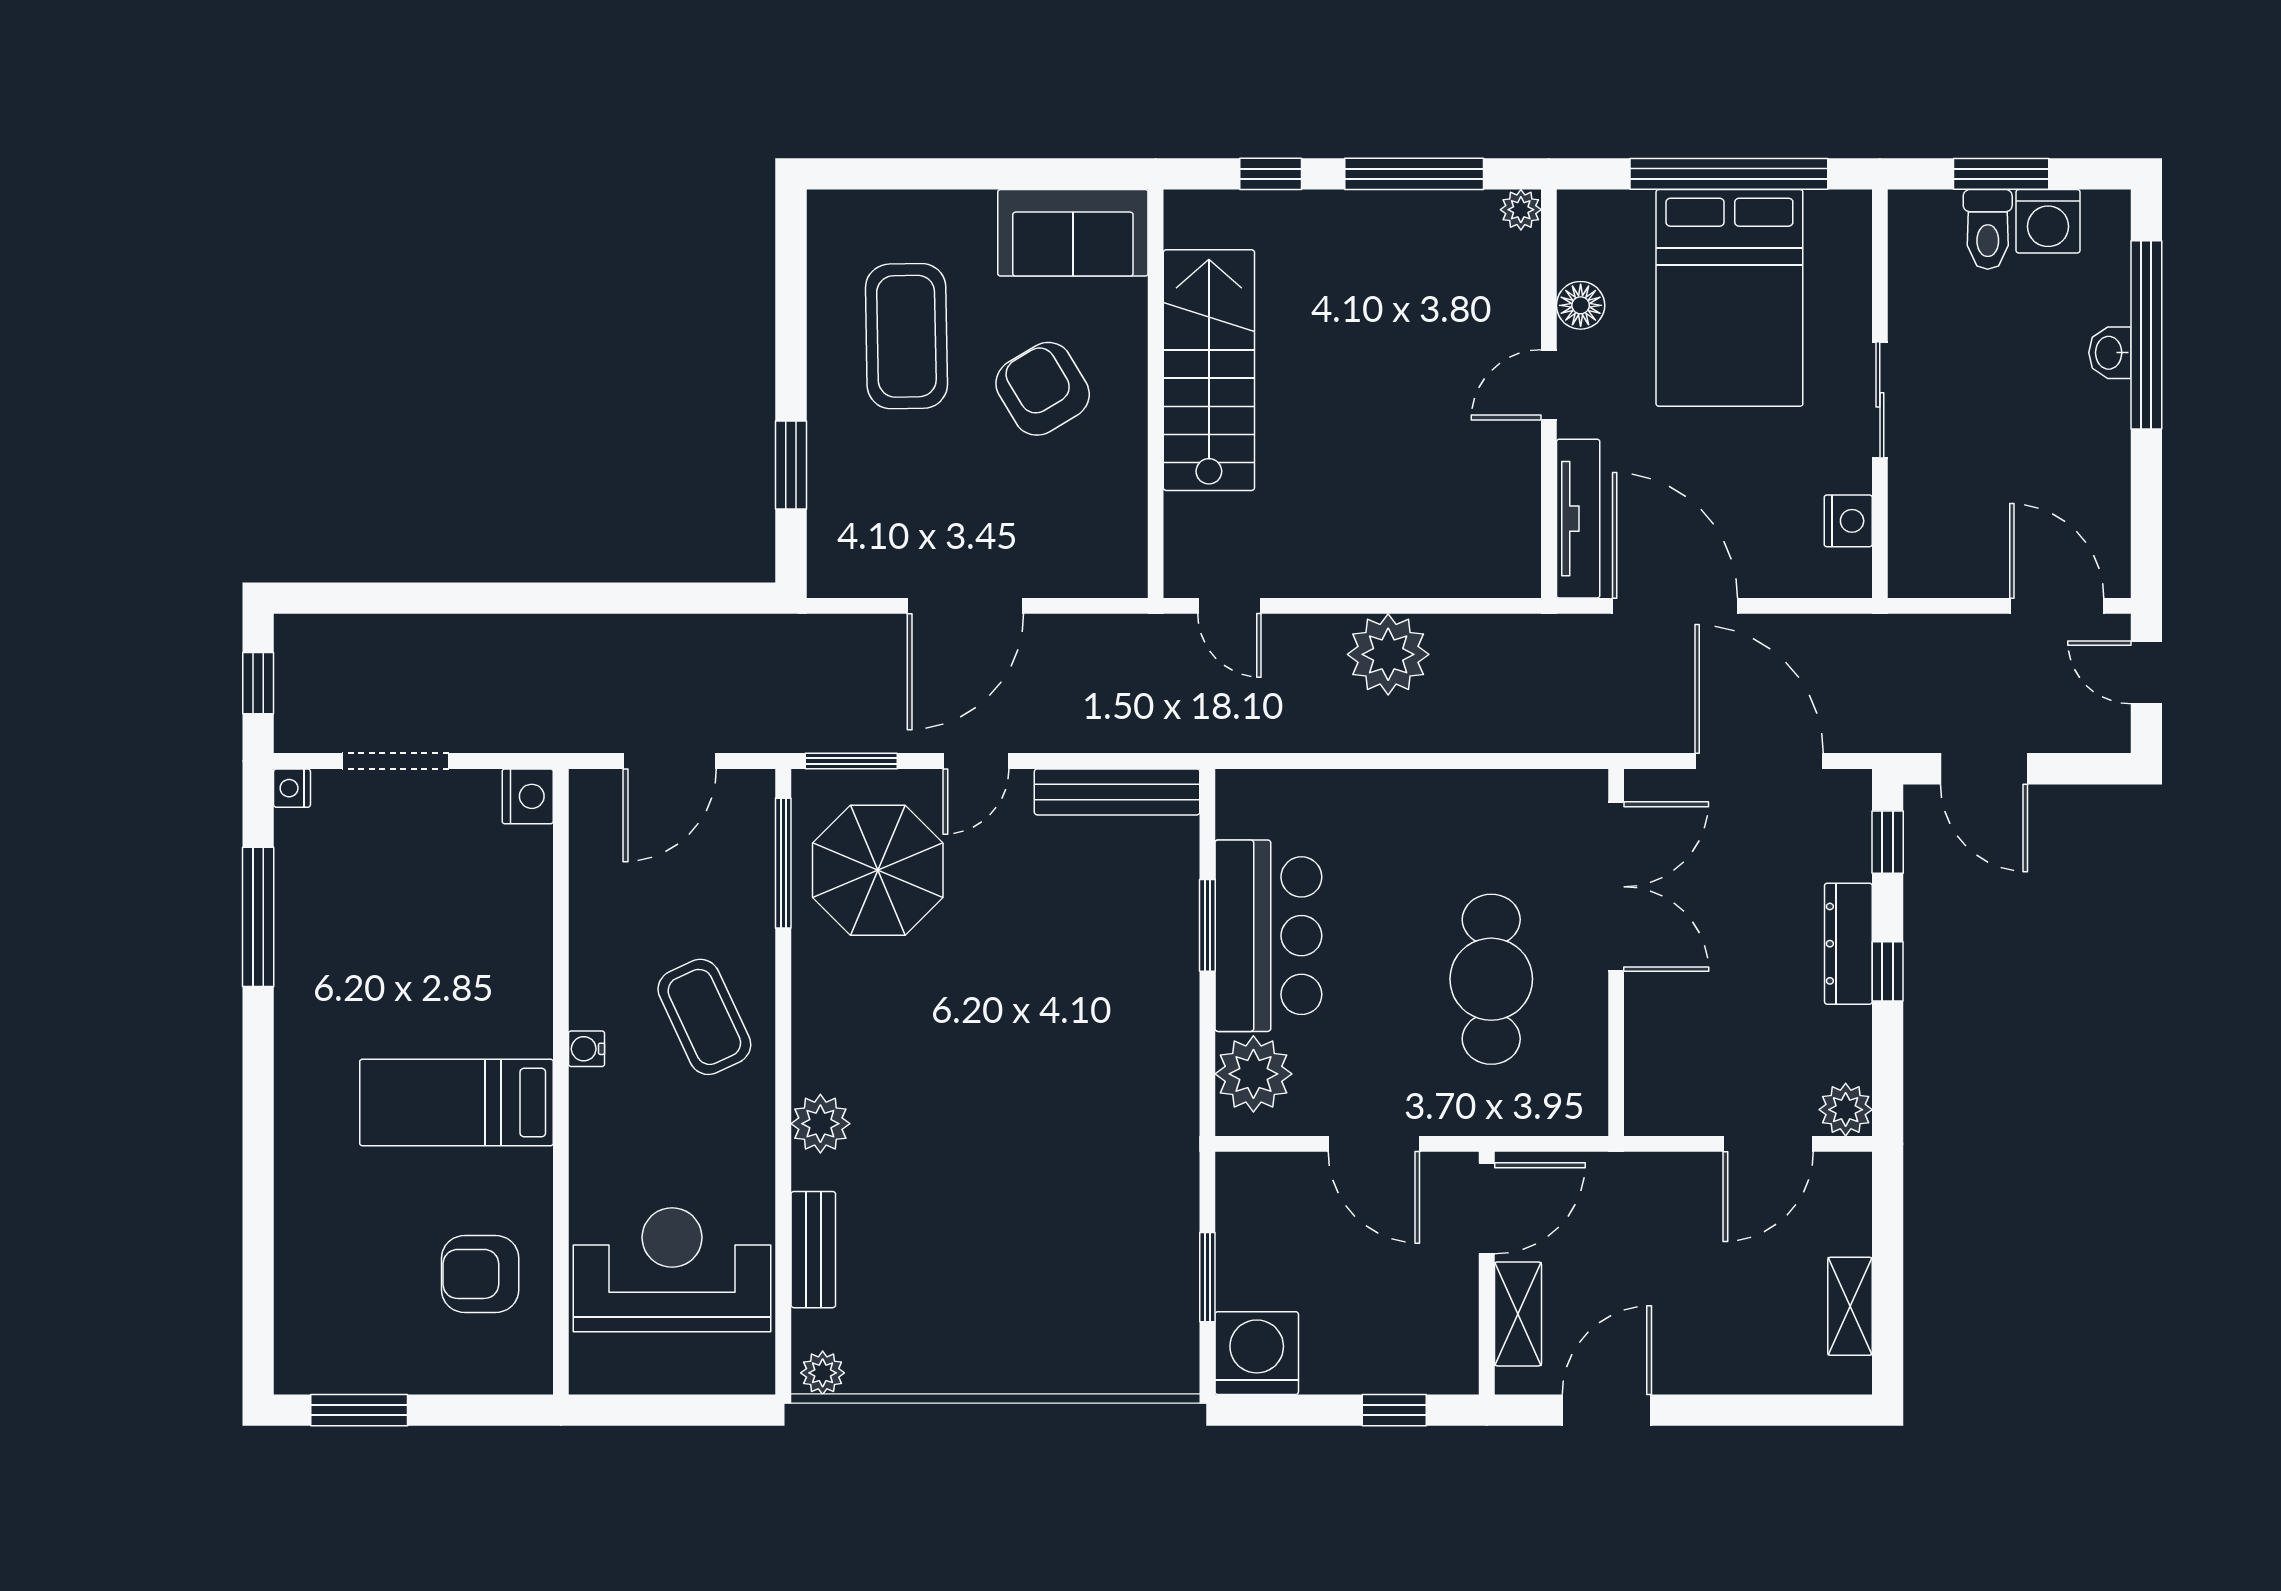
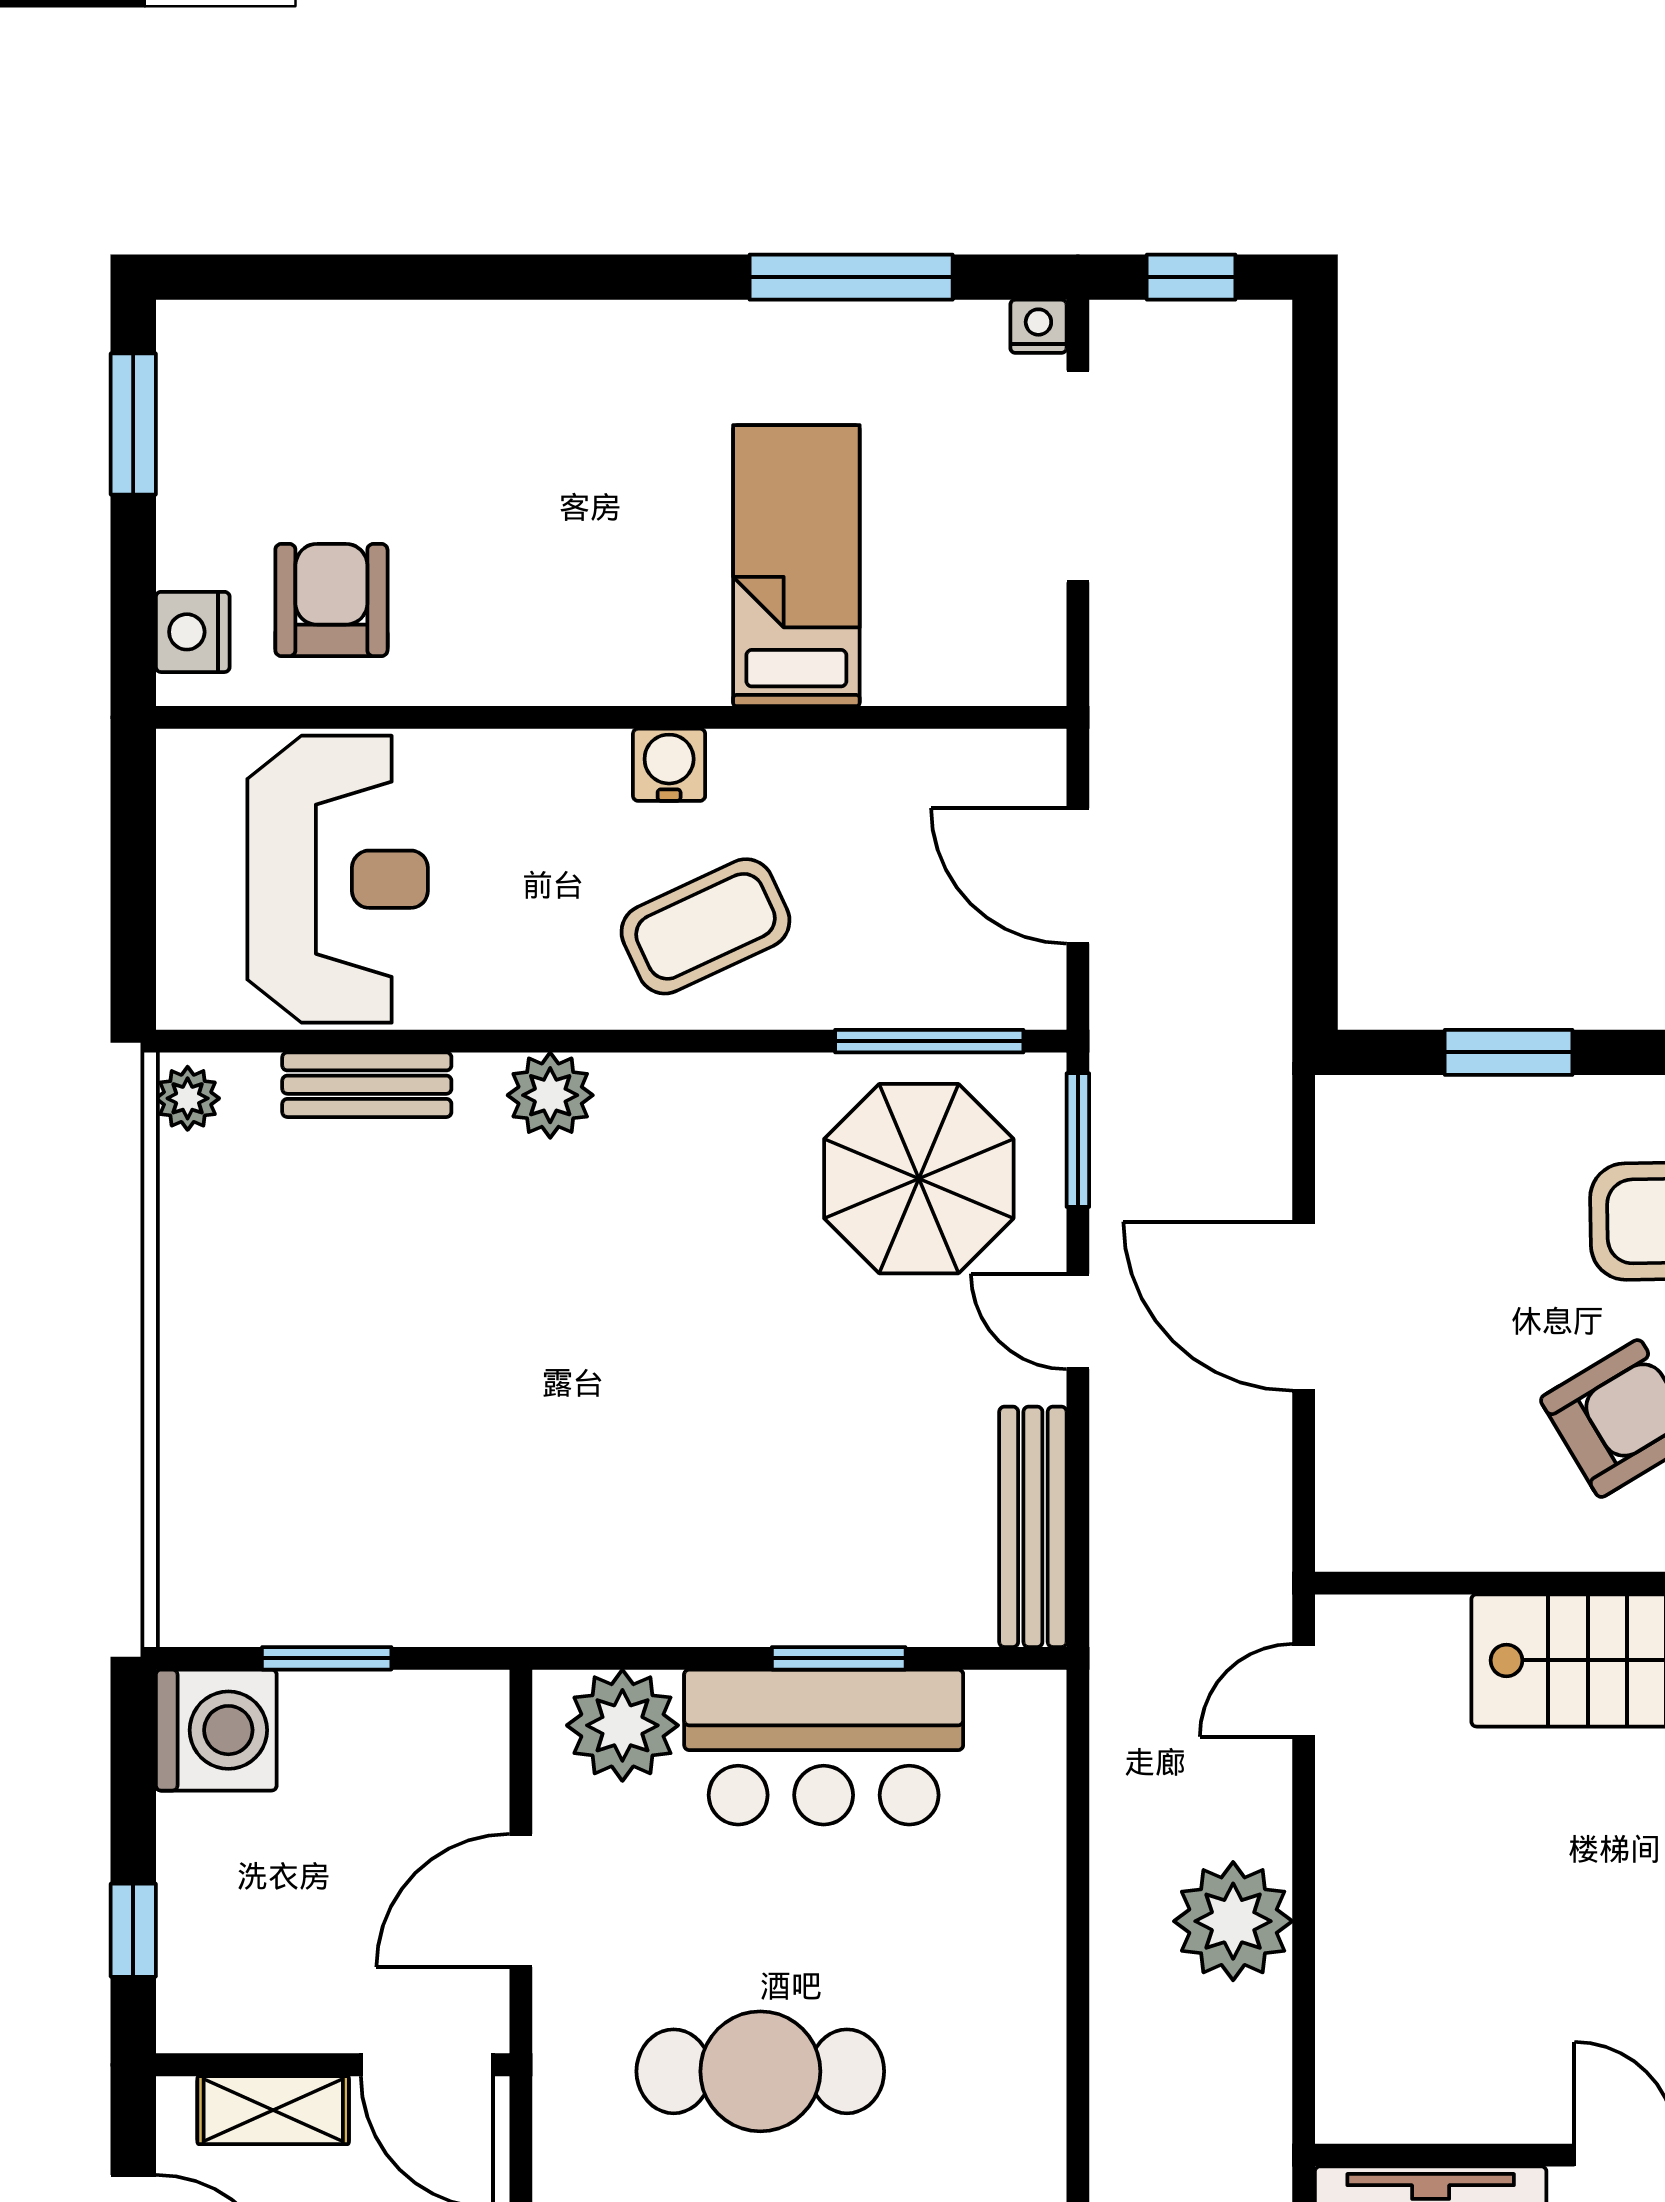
doorway: (395, 761) -> (1078, 476), width x1.36
nightstand: (528, 796) -> (193, 632), moved, turned 90
water cooler: (587, 1049) -> (669, 765), width x1.38, depth x1.38
bed: (456, 1102) -> (796, 566), moved

